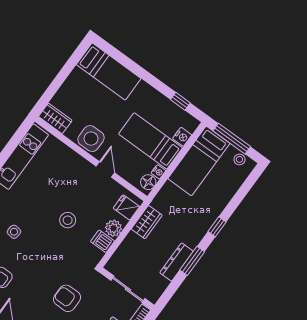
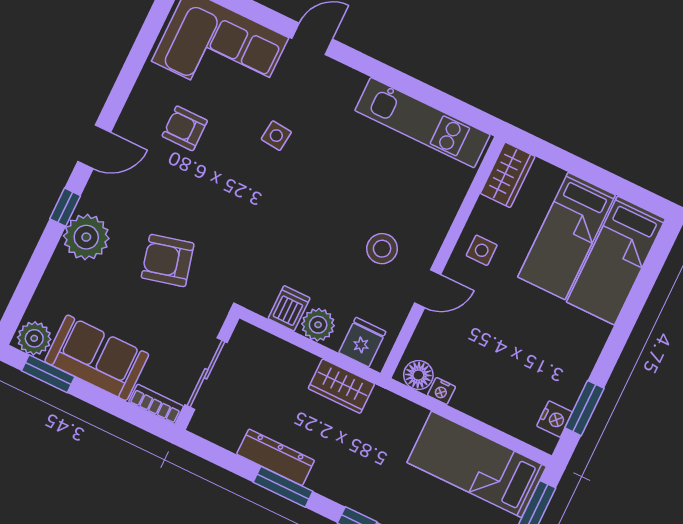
window: (180, 101) -> (584, 408), width x1.50
nightstand: (182, 137) -> (555, 419), moved, turned -90
side table: (91, 139) -> (482, 250), width x0.54, depth x0.54
bed: (150, 141) -> (567, 236), moved, turned 180
stool: (68, 220) -> (382, 249), moved
armchair: (67, 298) -> (168, 261), turned -104

